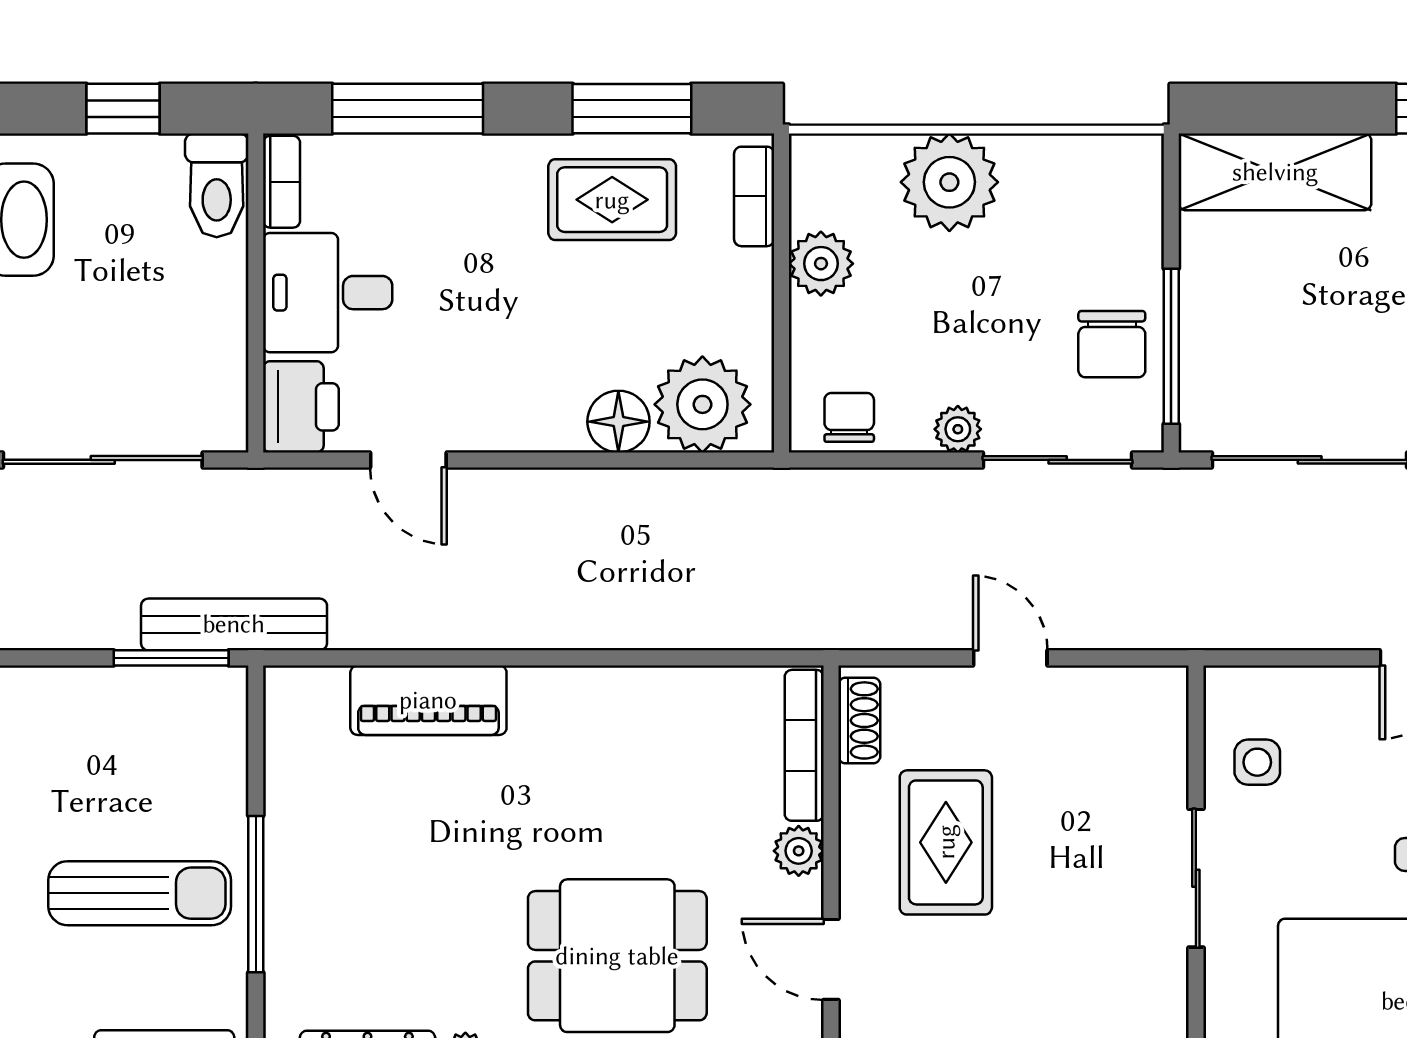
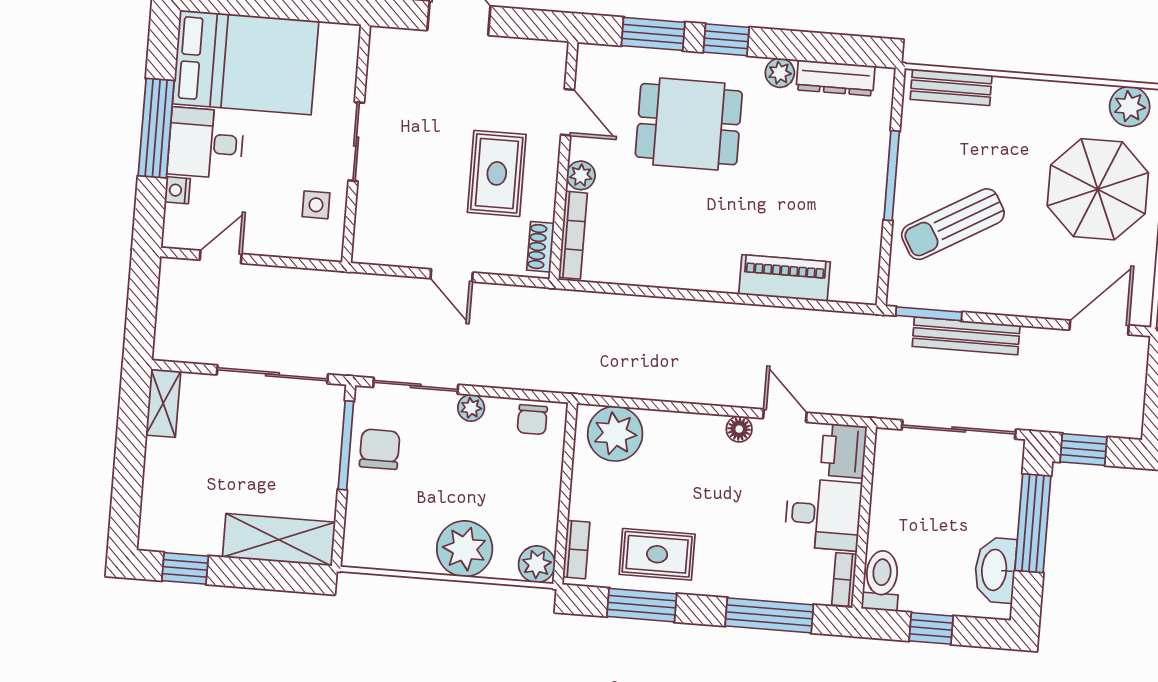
plant: (821, 264) -> (537, 564), moved
floor lamp: (618, 422) -> (739, 429), moved, width x0.73, depth x0.73
bench: (234, 624) -> (966, 336), moved
sun lounger: (140, 893) -> (953, 224), moved, turned -30

